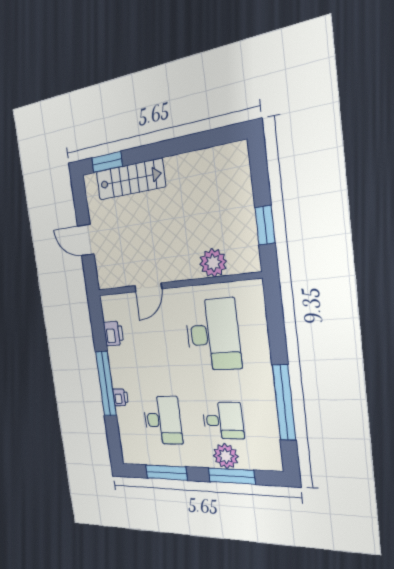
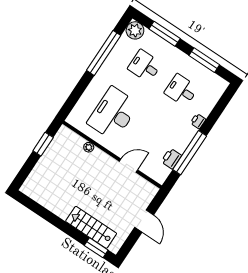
plant: (213, 263) -> (89, 147), width x0.53, depth x0.53
window: (106, 384) -> (190, 153), moved
desk: (163, 420) -> (181, 90), width x0.73
plant: (226, 456) -> (135, 30), moved

